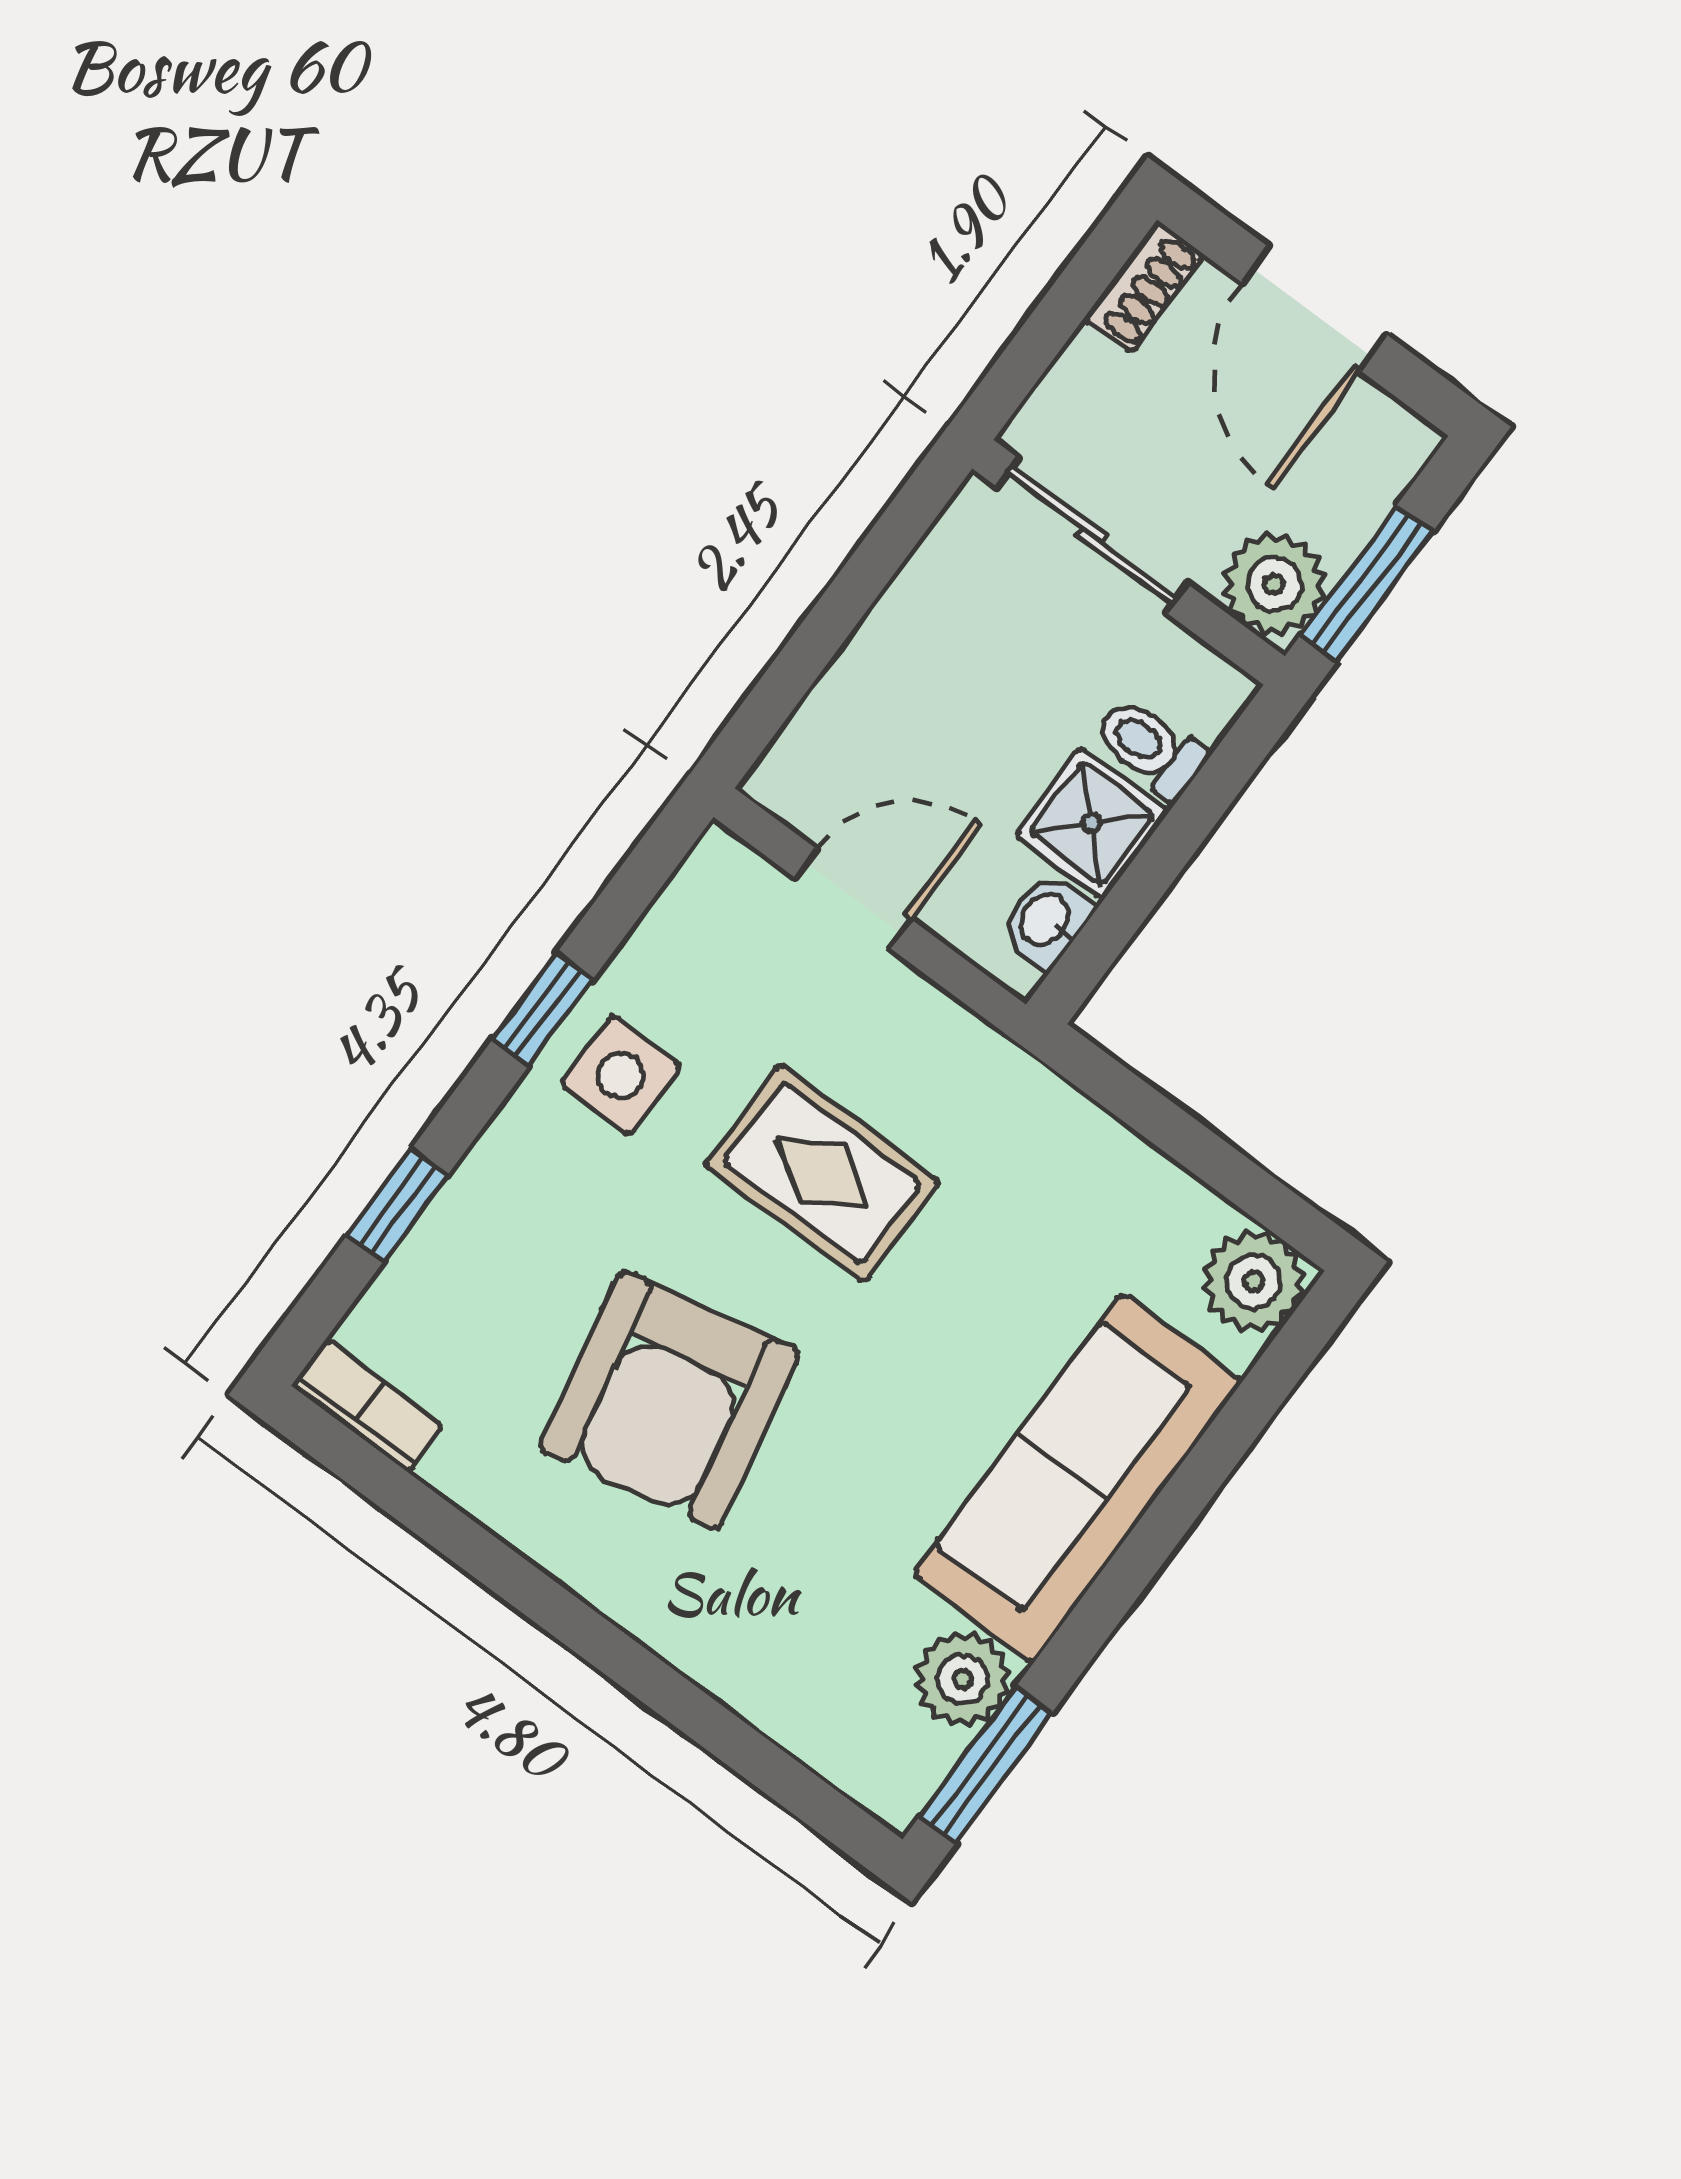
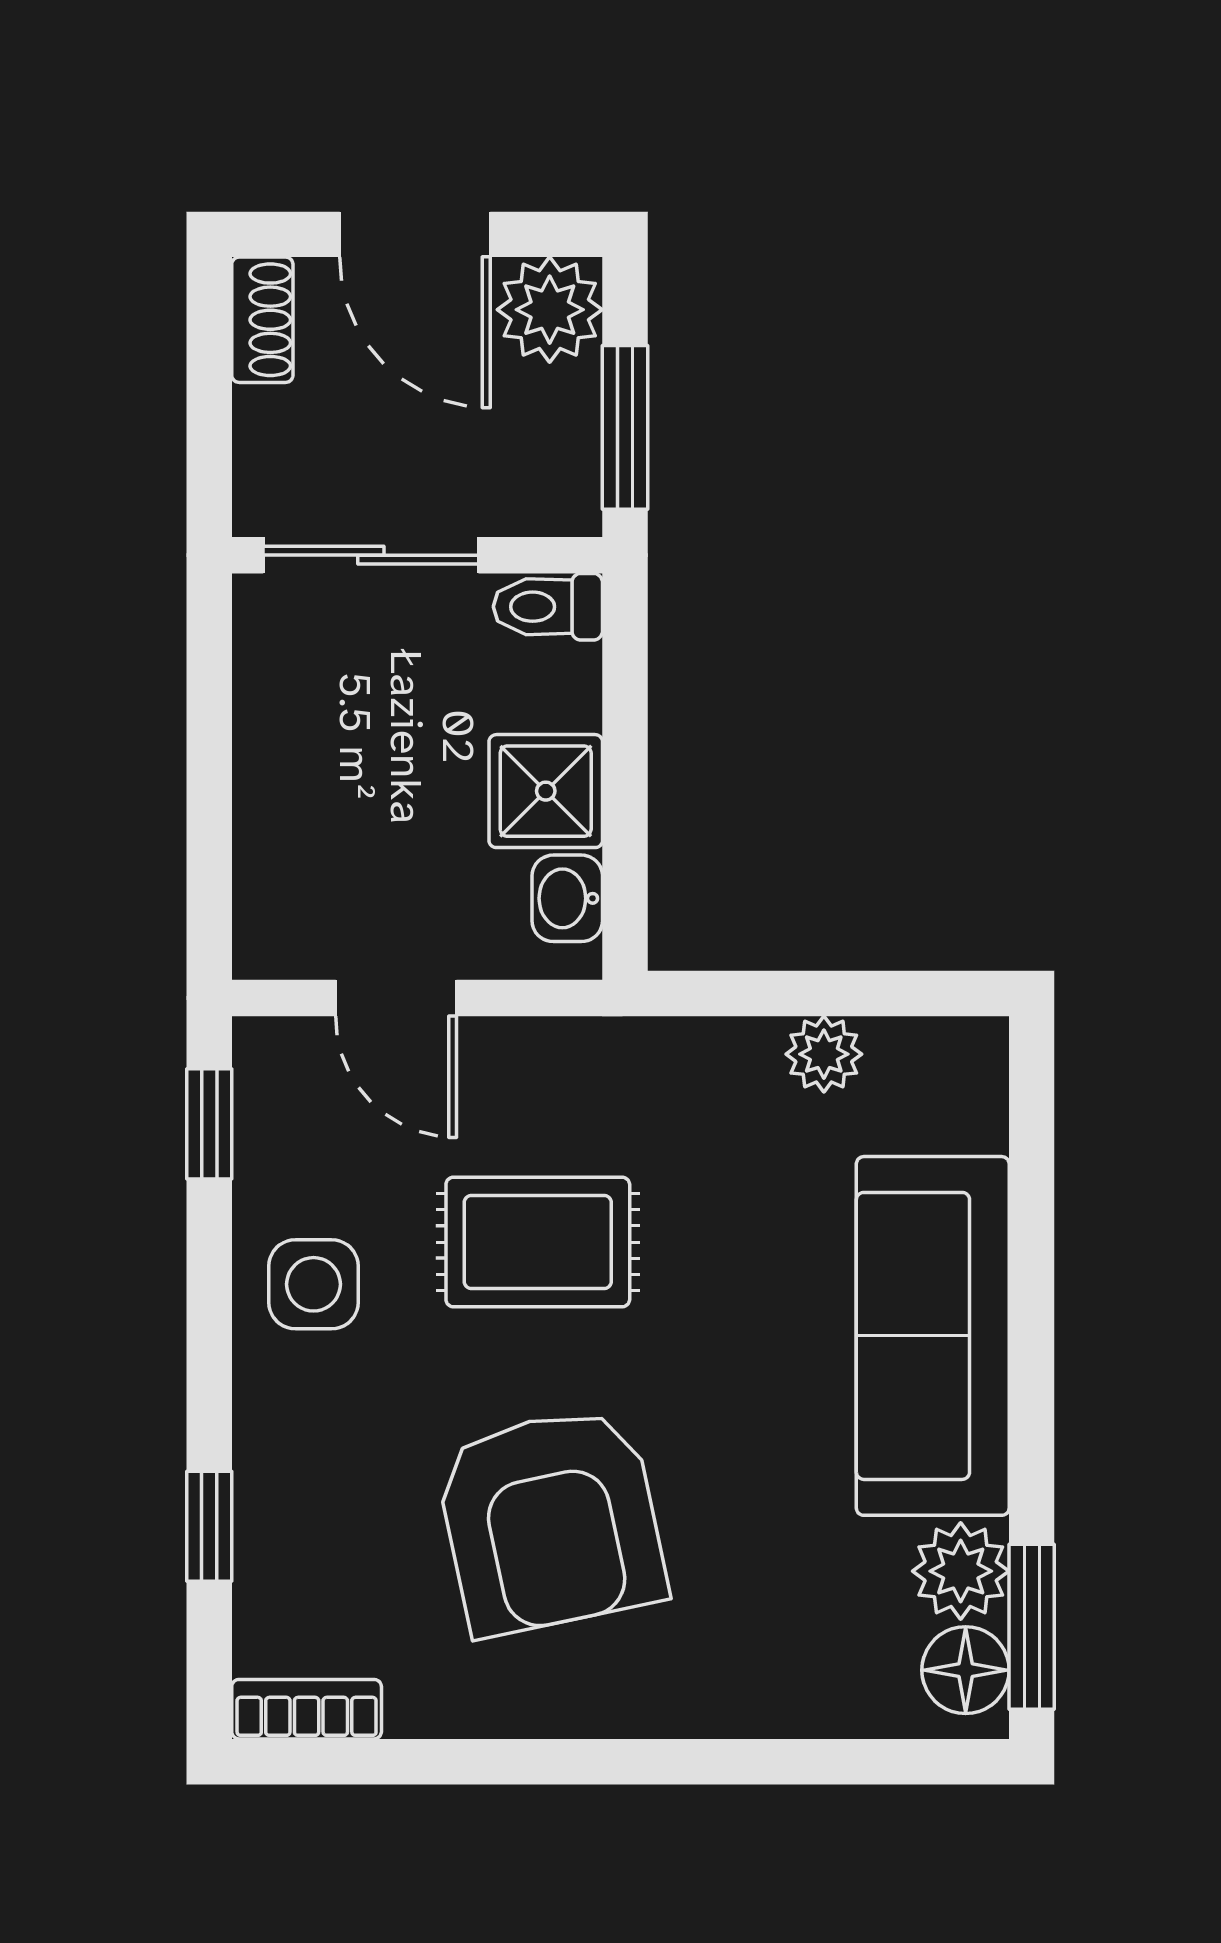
plant: (1274, 584) -> (550, 310), moved
toilet: (1150, 748) -> (548, 607), moved
door: (853, 898) -> (396, 998), swing flipped
window: (542, 1010) -> (209, 1124), moved
plant: (1253, 1281) -> (824, 1054), moved, width x0.73, depth x0.73
floor lamp: (909, 1760) -> (966, 1670), added

